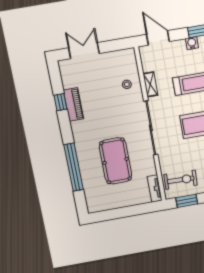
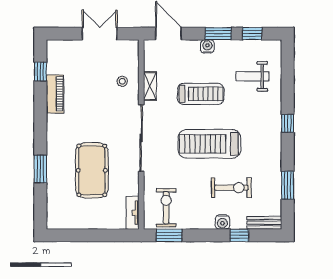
double door: (84, 51) -> (100, 34), moved
window: (60, 102) -> (40, 71), moved
window: (74, 167) -> (40, 169), width x0.47
exercise bike: (181, 180) -> (166, 208), turned -92

